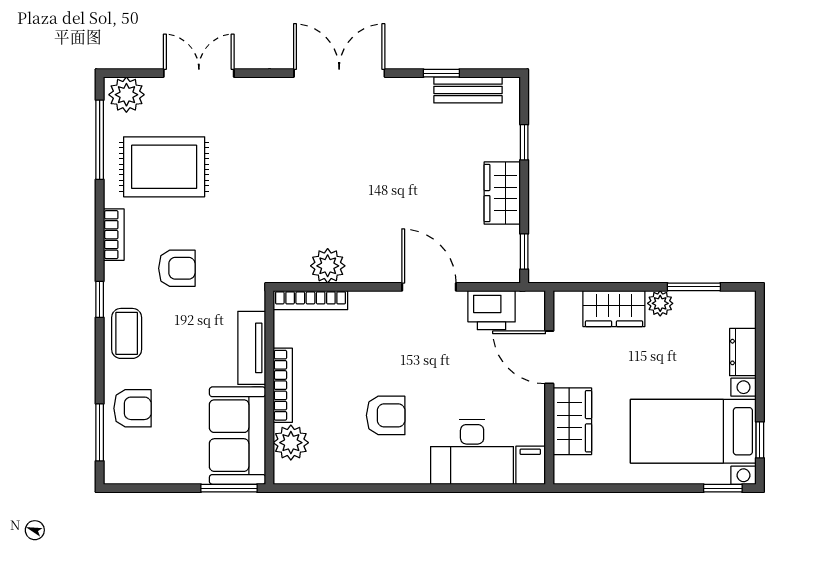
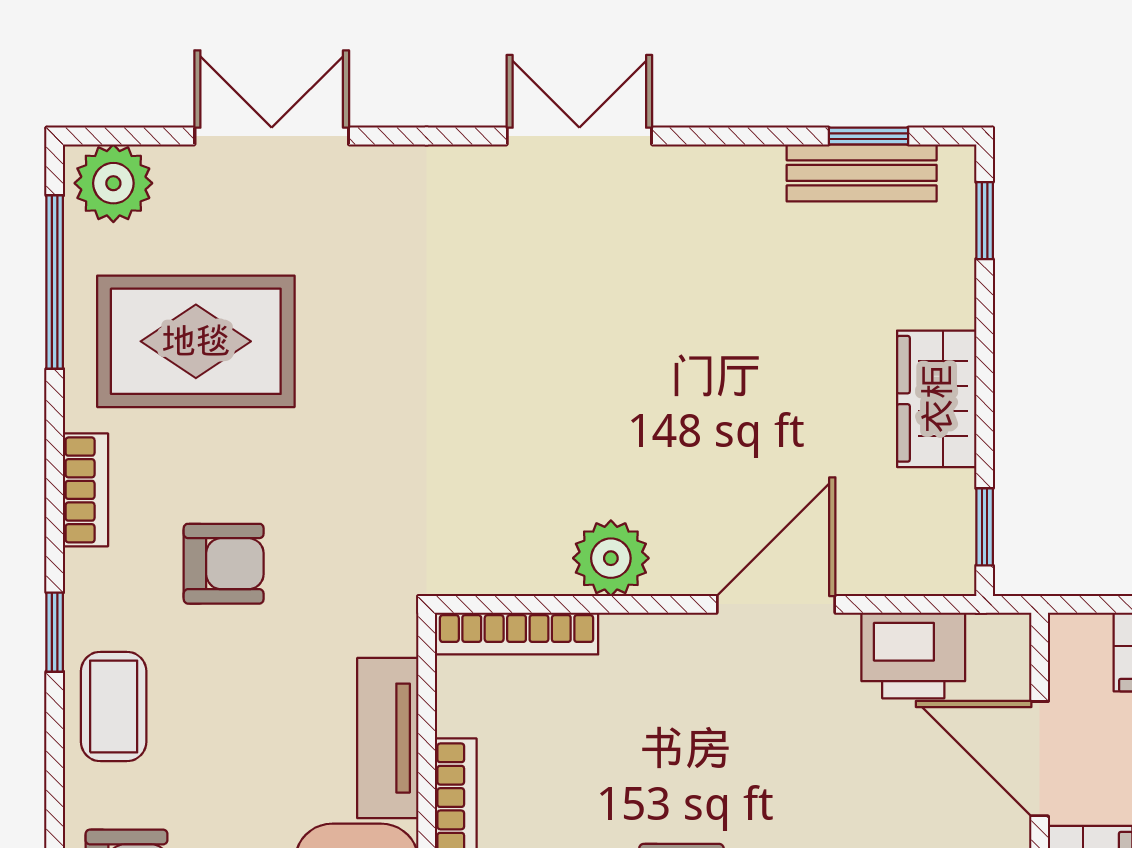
double door: (339, 73) -> (579, 136), width x0.73
window: (441, 73) -> (868, 136), moved
window: (524, 142) -> (985, 221), moved
plant: (328, 266) -> (611, 558), moved
door: (429, 287) -> (776, 604), hinge flipped

